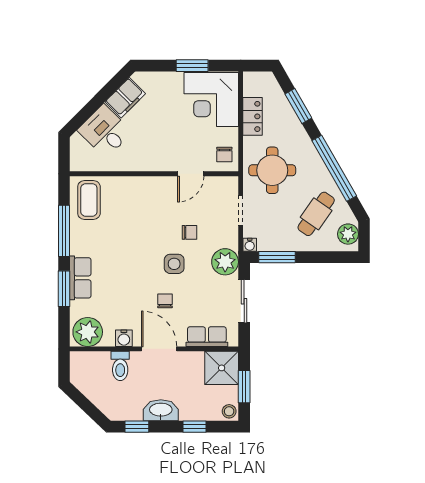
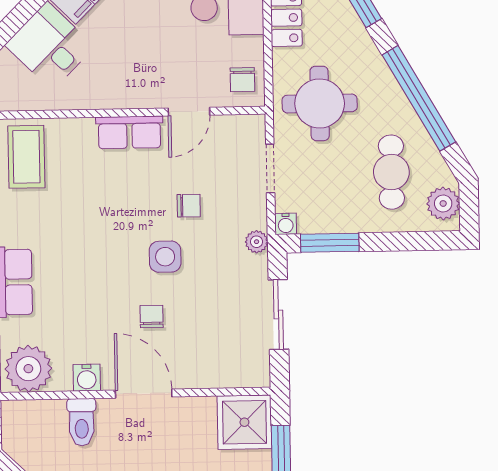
cafe table: (316, 214) -> (391, 172), turned -35
plant: (225, 262) -> (257, 242), width x0.53, depth x0.53
row of seats: (207, 337) -> (129, 132), moved, turned 180

